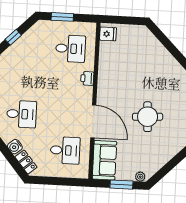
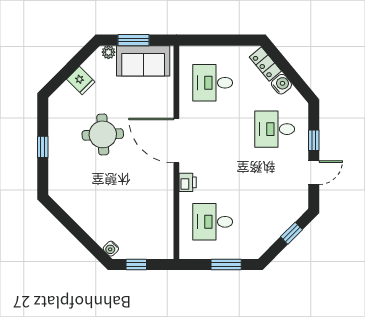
window: (128, 20) -> (136, 264), added
water cooler: (146, 33) -> (111, 249), added
fridge: (108, 34) -> (81, 81), moved, turned -135
door: (93, 121) -> (176, 141), moved
sofa: (104, 160) -> (143, 61), moved, turned -90

